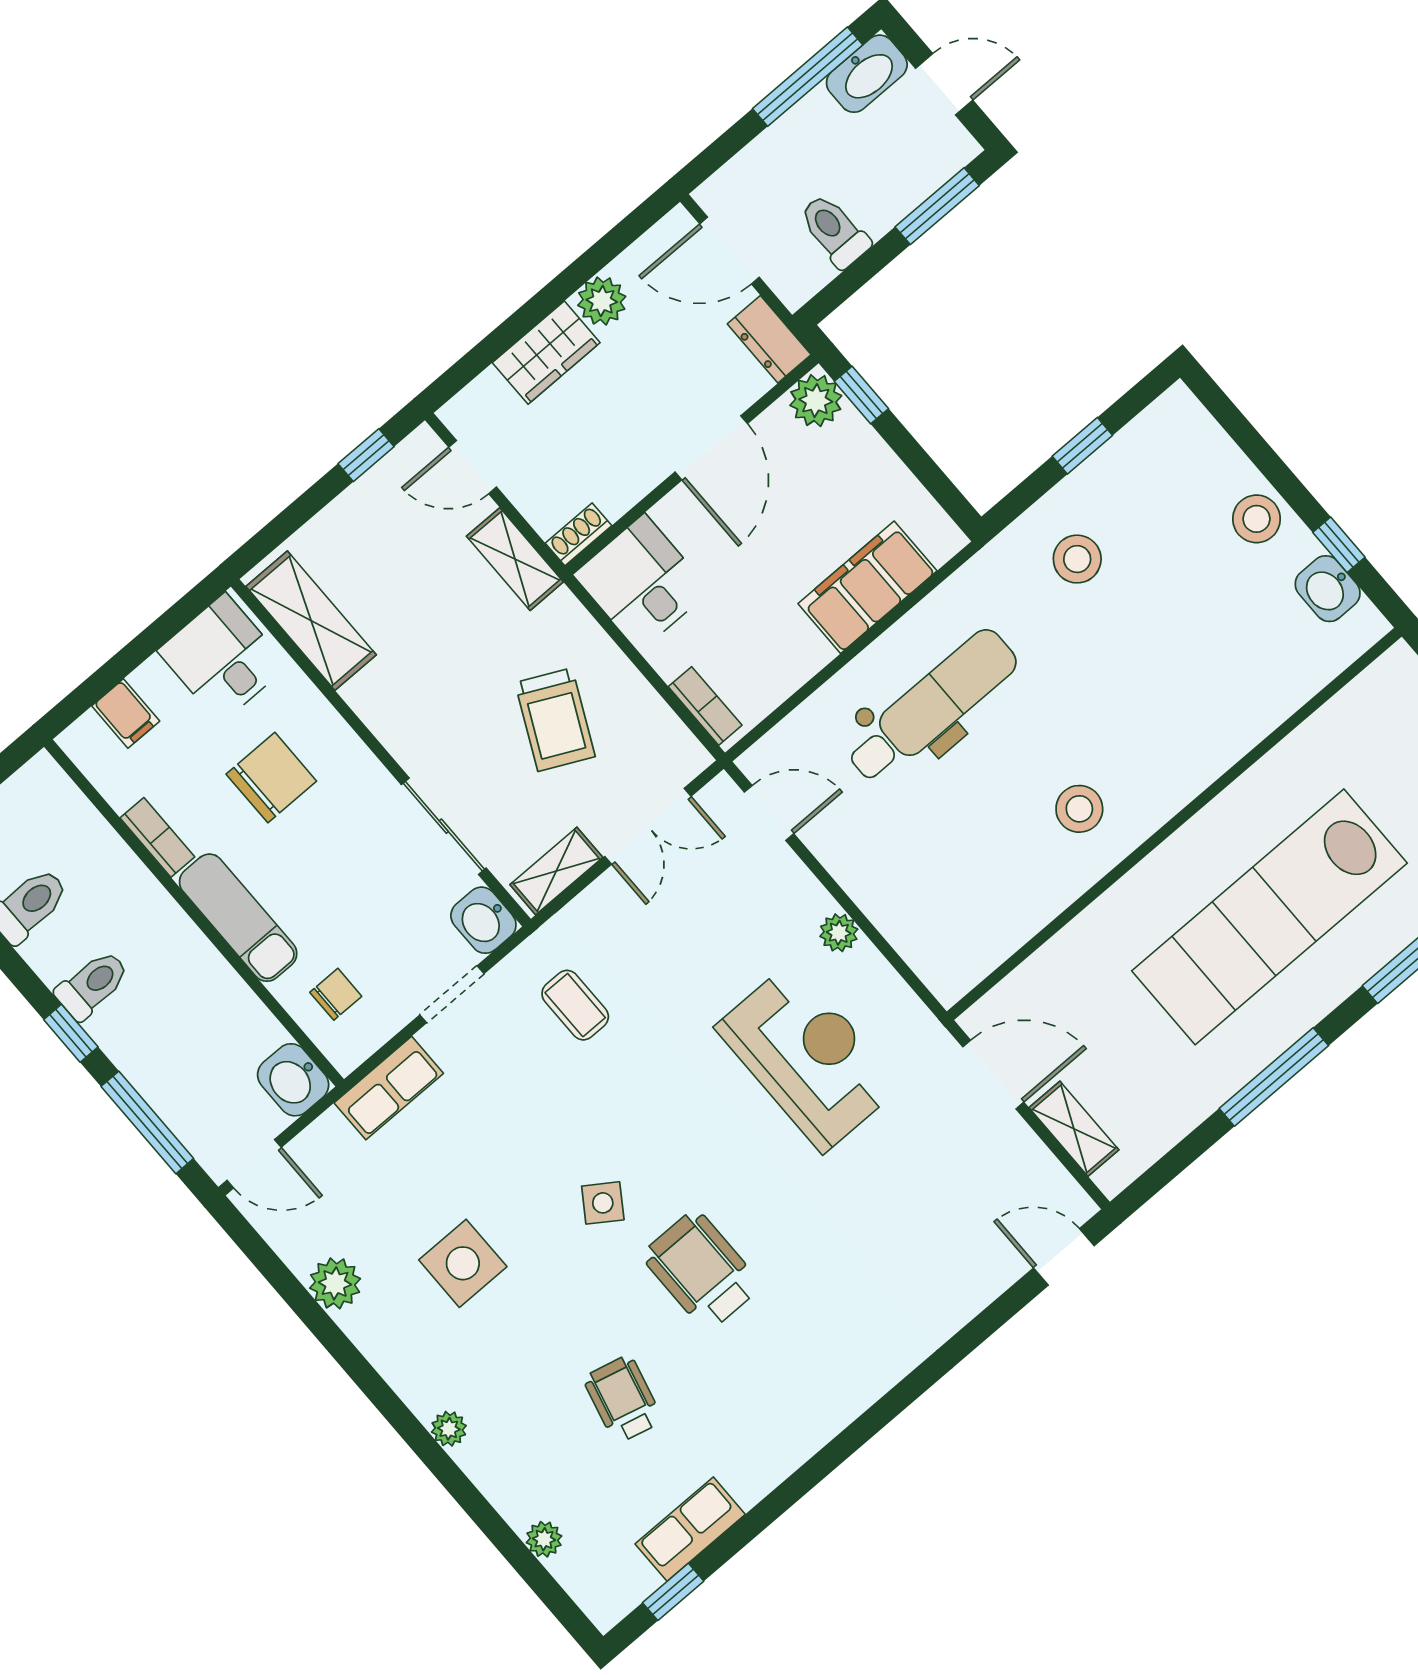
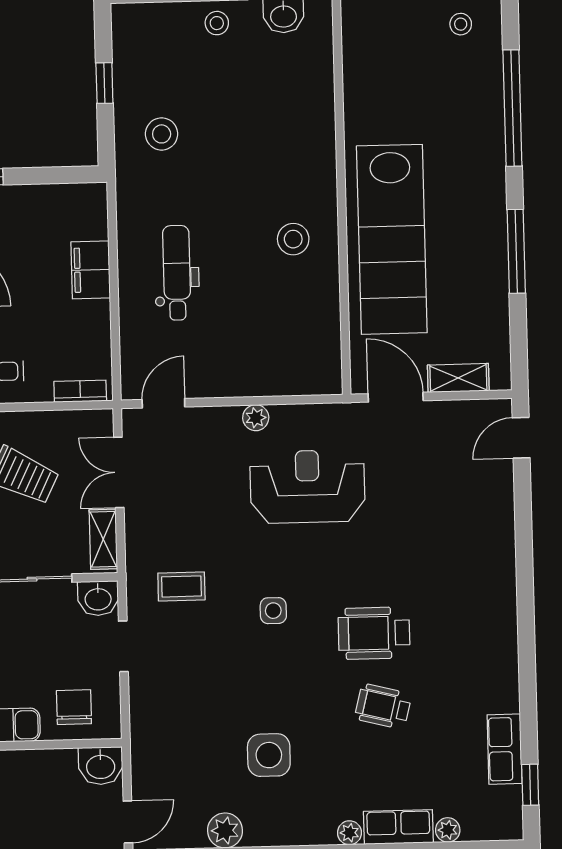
stool: (1256, 519) -> (217, 23), width x0.73, depth x0.73
filing cabinet: (867, 587) -> (91, 270), width x0.67, depth x0.86
dental chair: (932, 706) -> (177, 273), width x0.73, depth x0.72
double door: (648, 826) -> (119, 472), swing flipped
lab bench: (1269, 917) -> (392, 239), moved
chair: (336, 994) -> (74, 707), width x1.37, depth x1.37
door: (993, 1075) -> (396, 397), hinge flipped
row of seats: (389, 1088) -> (398, 827), moved, turned -90
side table: (603, 1203) -> (273, 611), moved, turned -34
wheelchair: (623, 1399) -> (383, 706), moved

